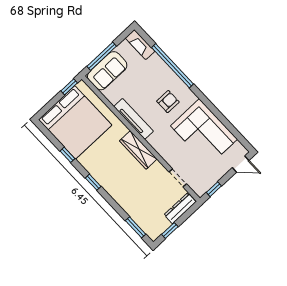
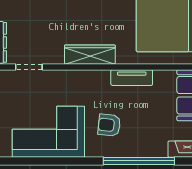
armchair: (168, 102) -> (109, 125), turned 96
tv unit: (134, 119) -> (132, 78), width x0.71

